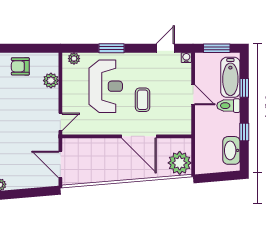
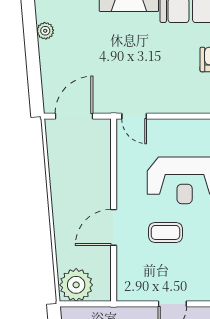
plant: (51, 81) -> (193, 103), removed
door: (139, 136) -> (114, 227), width x0.73

